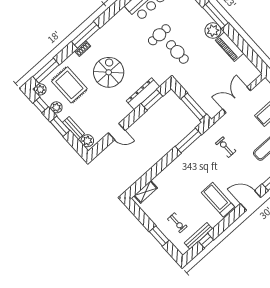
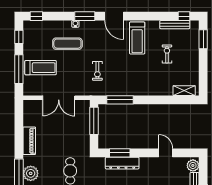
plant: (213, 31) -> (31, 173), moved
exercise bike: (177, 223) -> (167, 54), moved
window: (159, 236) -> (203, 39), moved
window: (206, 241) -> (184, 16), moved

